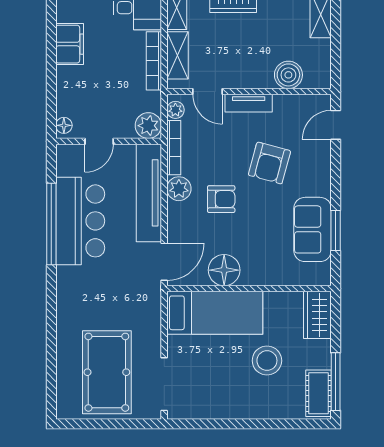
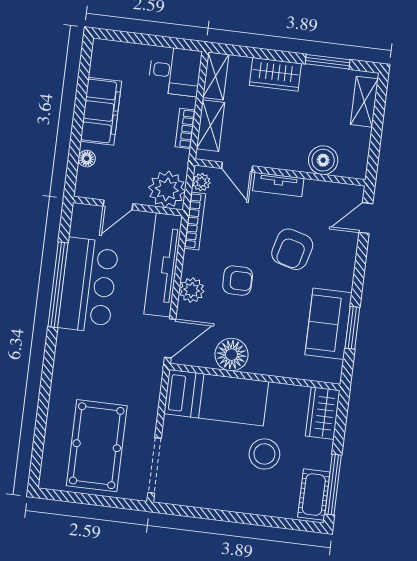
filing cabinet: (70, 44) -> (101, 111), width x1.50, depth x1.17
bookcase: (154, 61) -> (185, 128), width x0.64
floor lamp: (64, 125) -> (87, 159), moved
plant: (148, 126) -> (167, 189), width x1.36, depth x1.36
plant: (179, 189) -> (192, 290), moved

